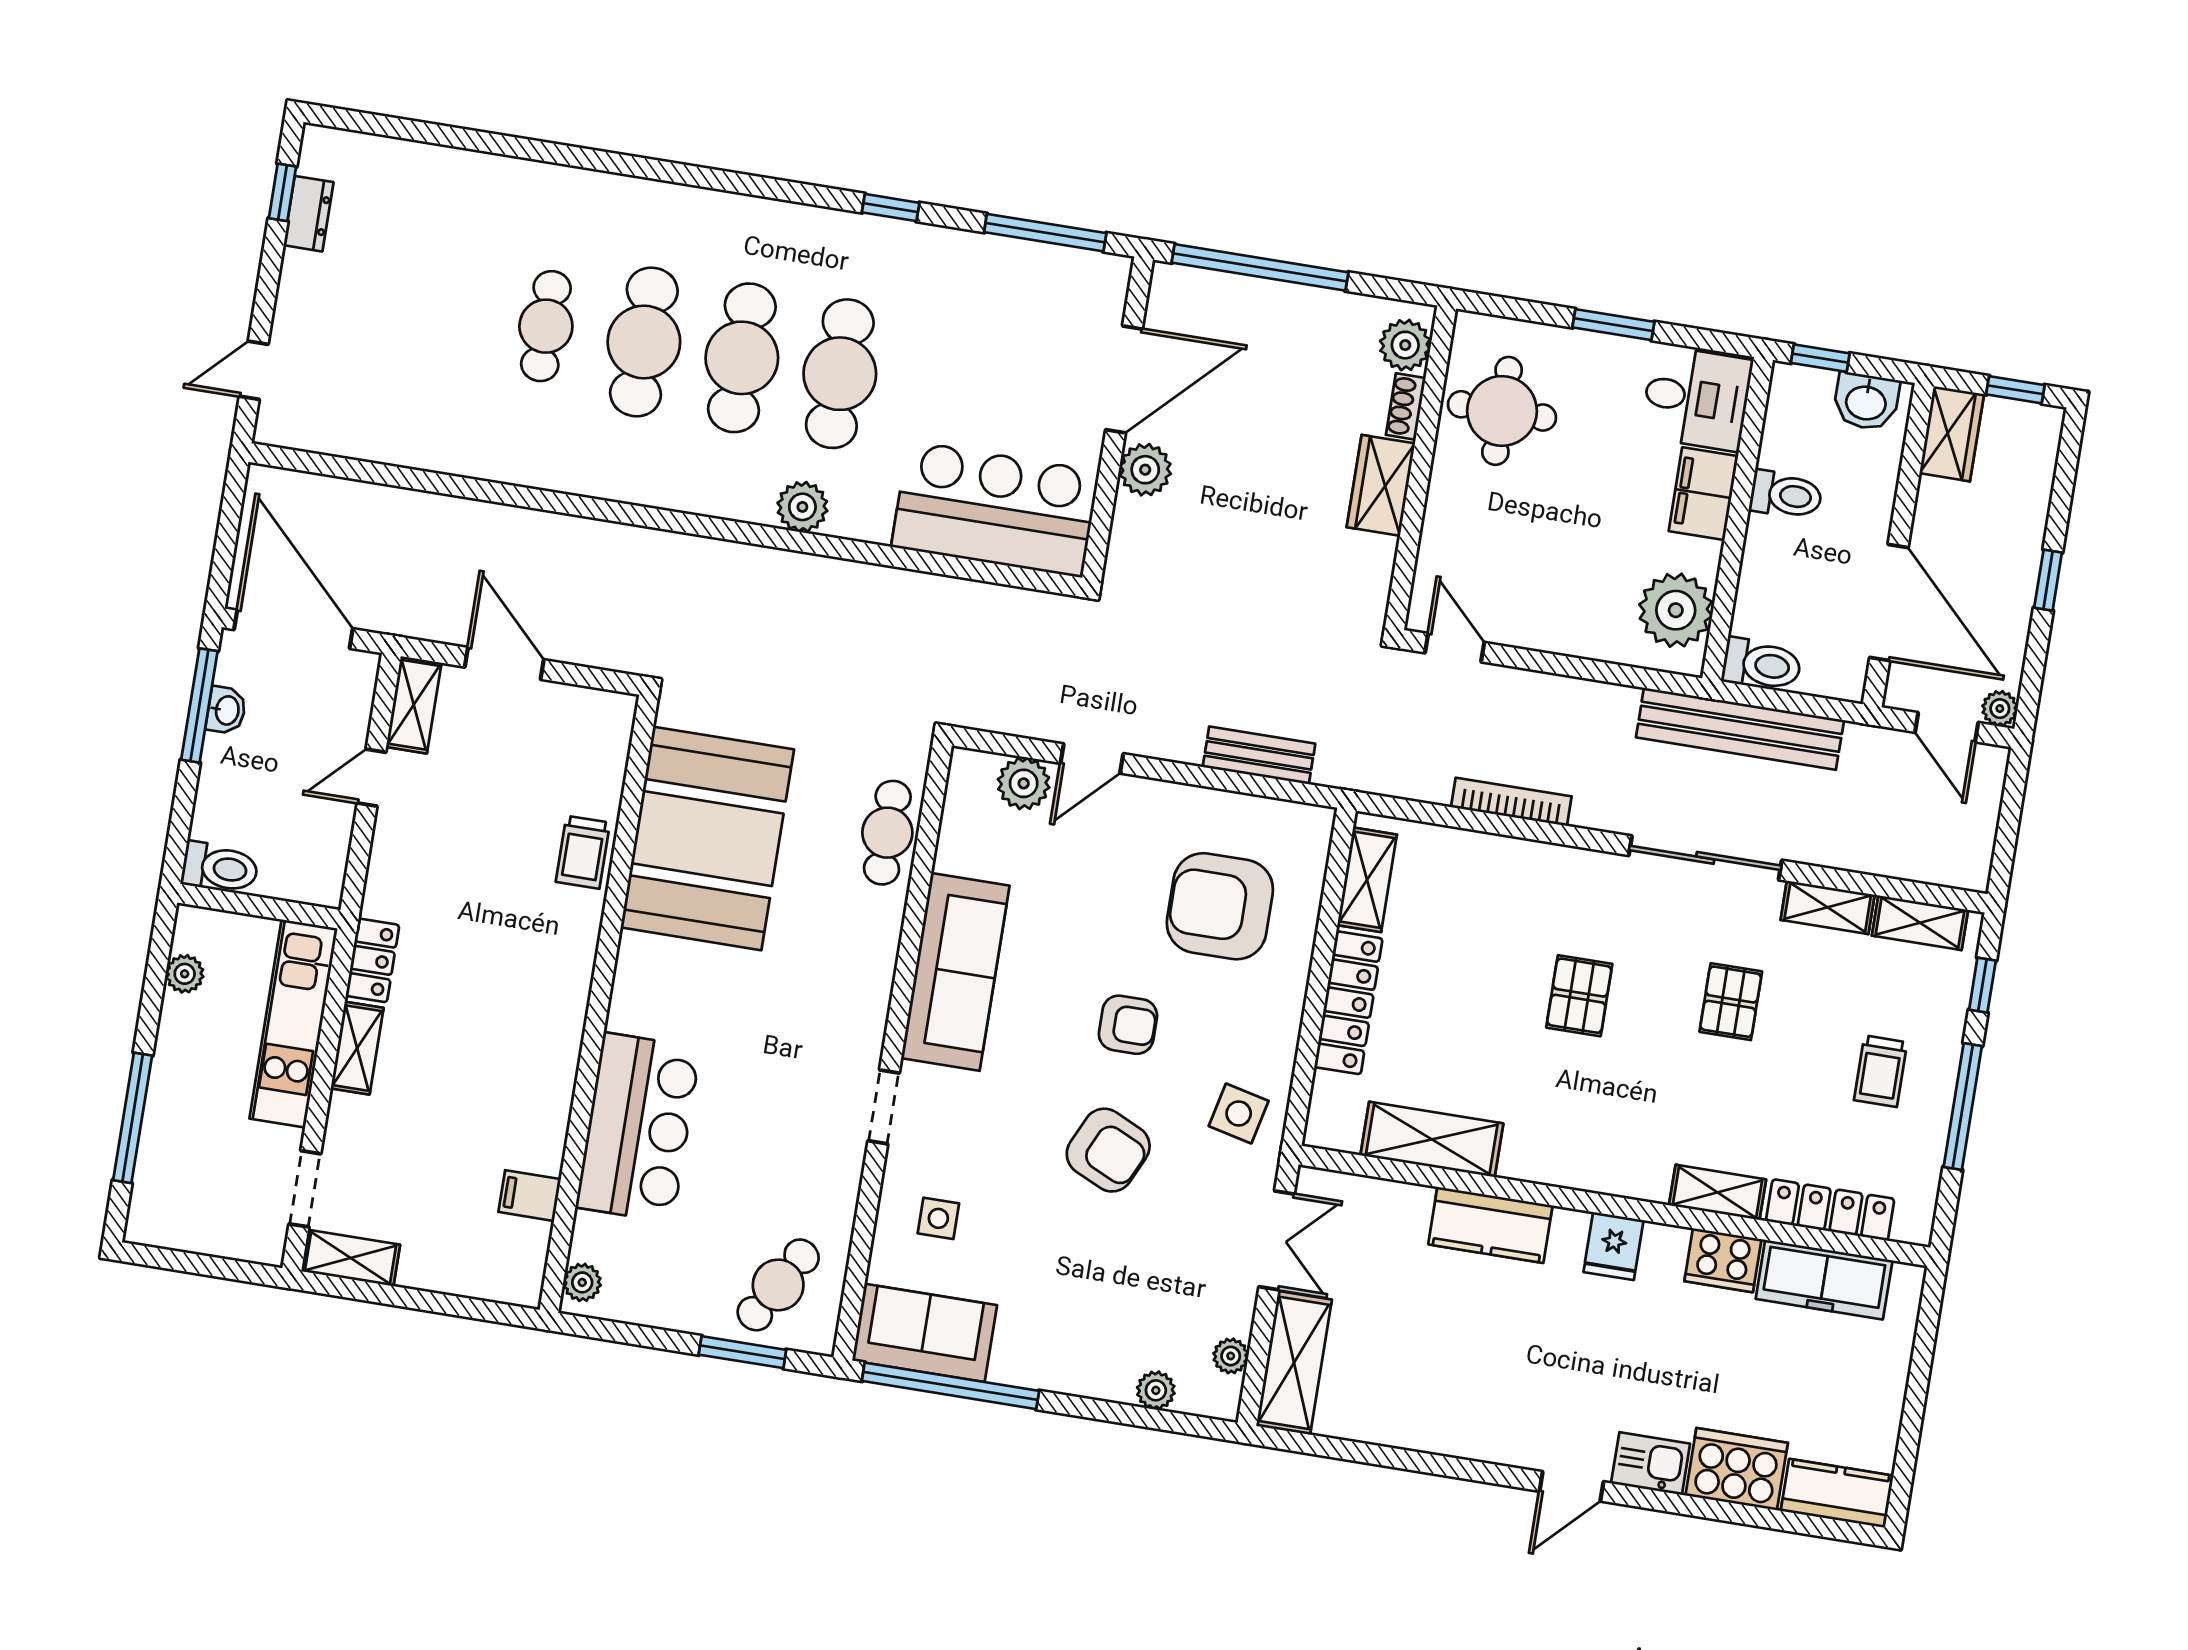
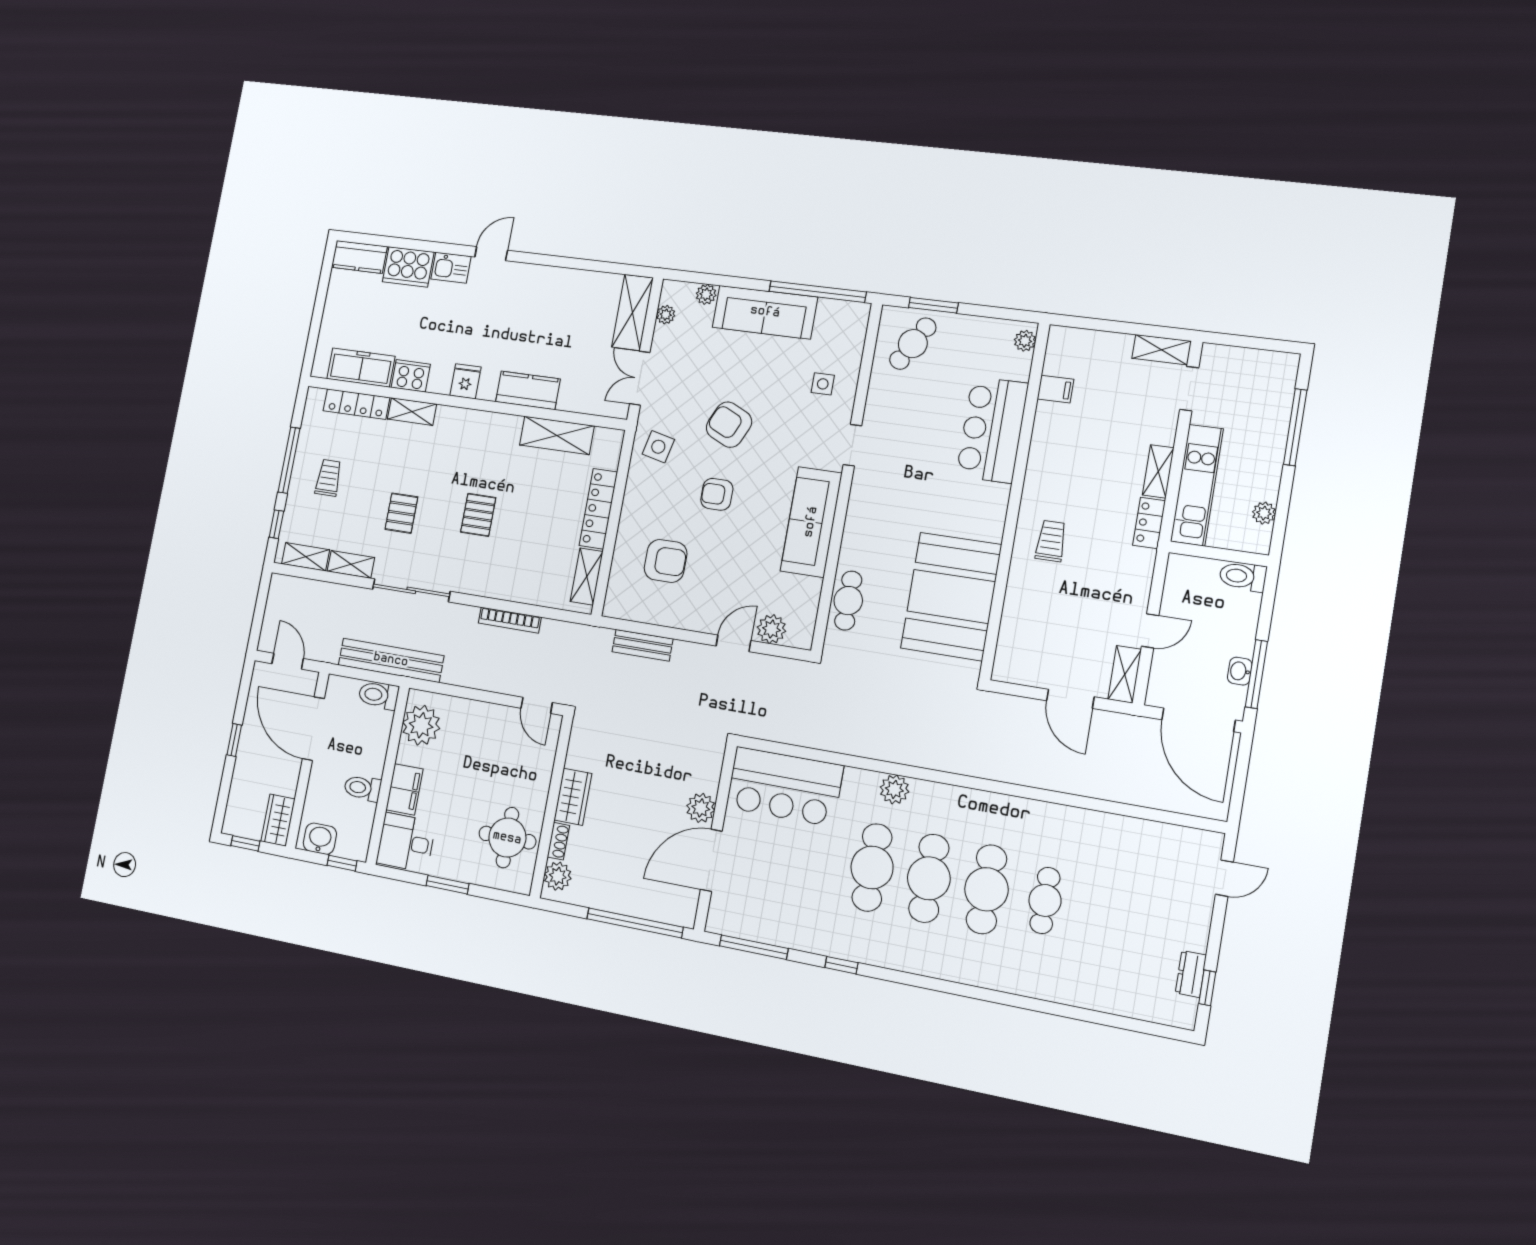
plant: (2000, 709) -> (261, 671), removed
trolley: (583, 852) -> (1051, 541), moved
armchair: (1220, 906) -> (666, 561), width x0.73, depth x0.73
sofa: (925, 1333) -> (765, 312), moved, width x1.36

